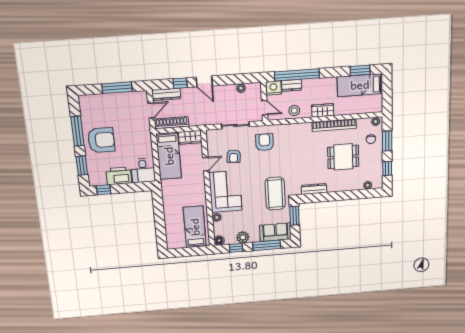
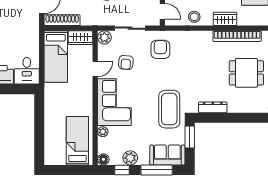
plant: (212, 135) -> (104, 37), added

